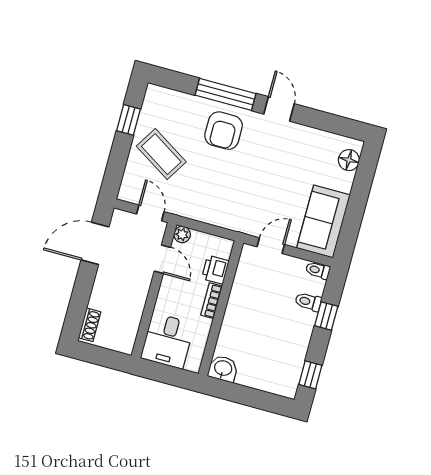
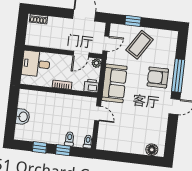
window: (129, 120) -> (133, 21), moved
sofa: (323, 221) -> (114, 83), moved, turned 90
printer: (215, 270) -> (91, 86), moved
washbasin: (223, 369) -> (23, 117), moved
window: (310, 375) -> (40, 147), moved

